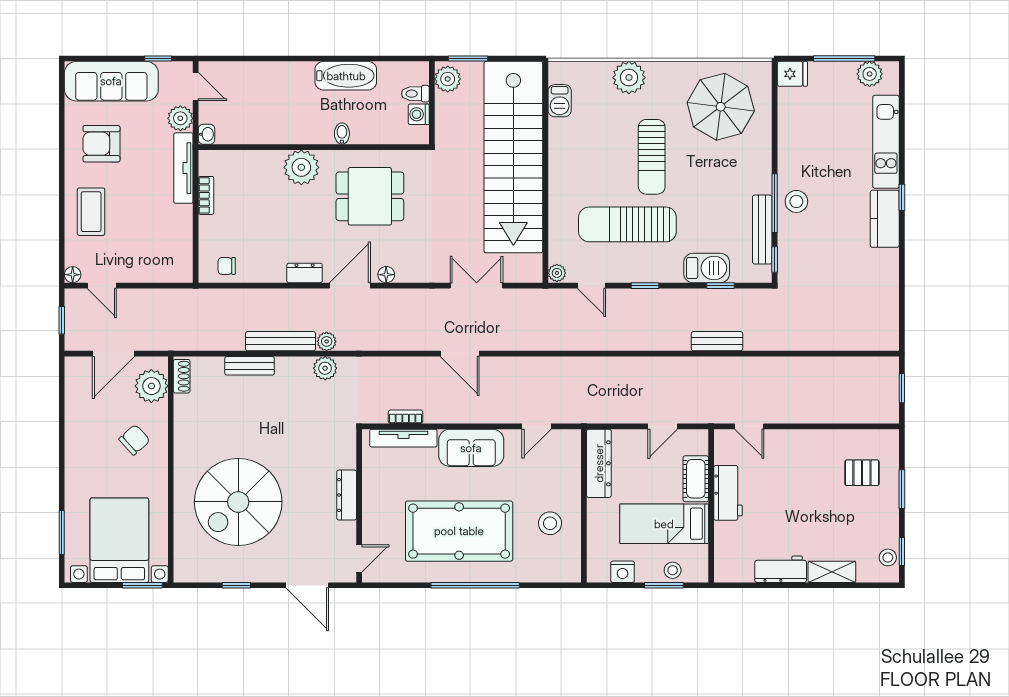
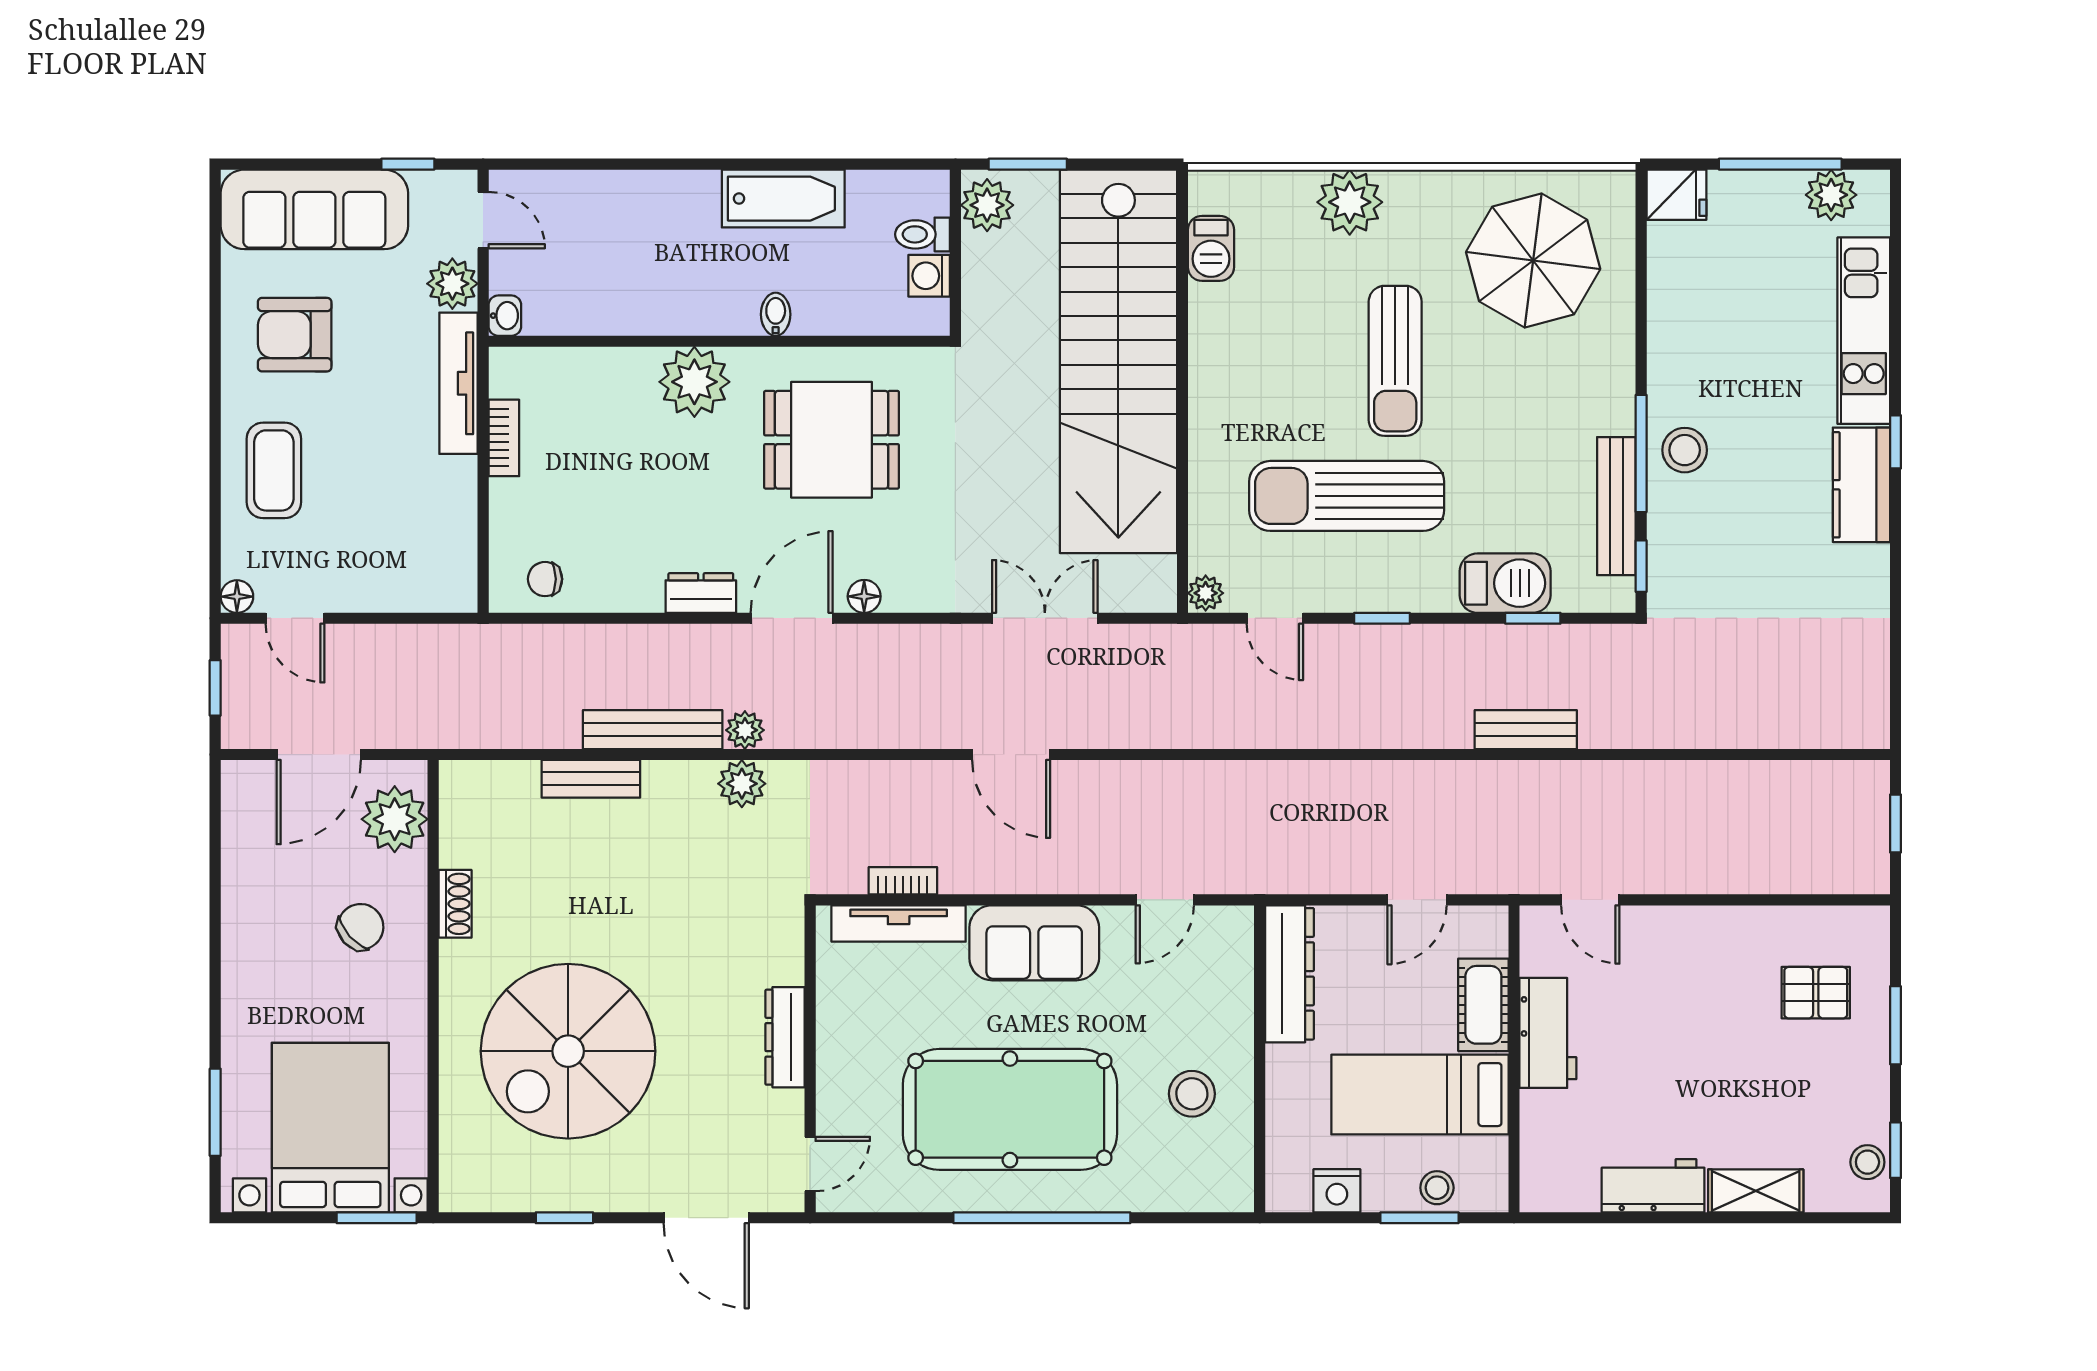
shoe rack: (182, 376) -> (455, 904), moved

